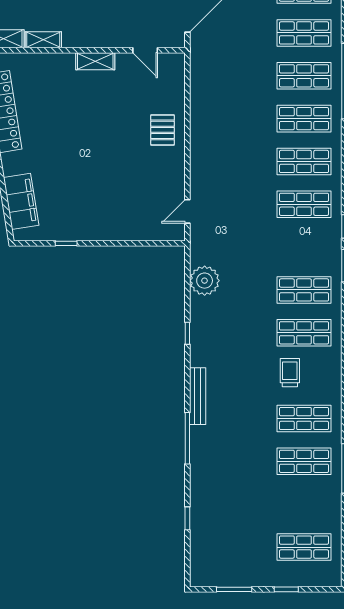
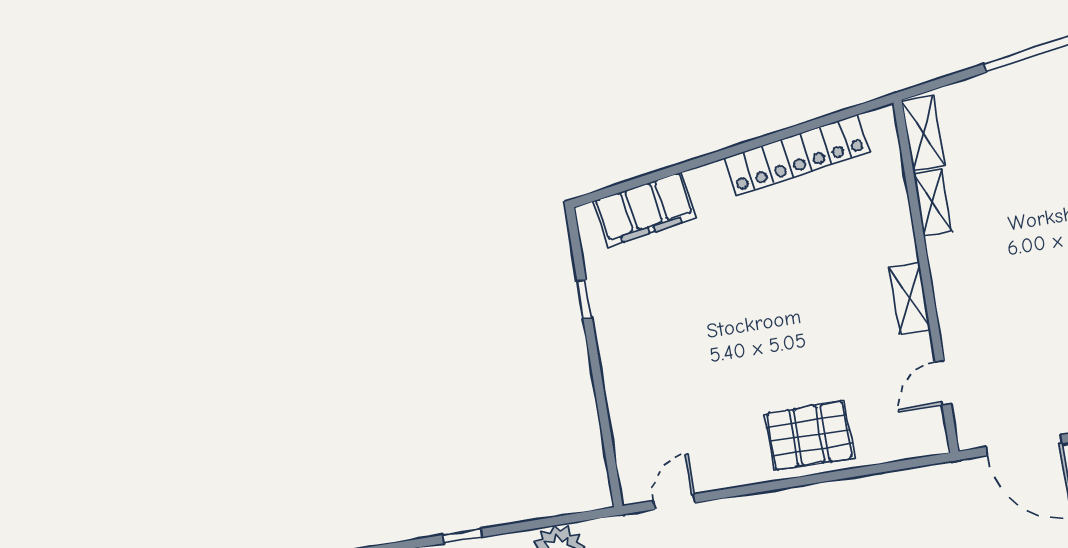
pallet: (163, 130) -> (809, 435), width x1.50, depth x1.42
door: (187, 211) -> (674, 502), hinge flipped

